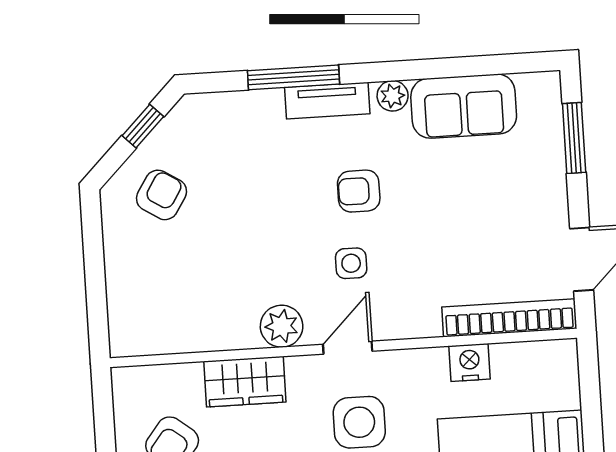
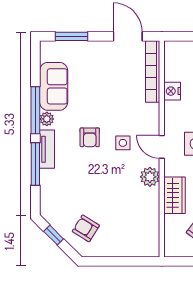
window: (410, 70) -> (35, 110), added

